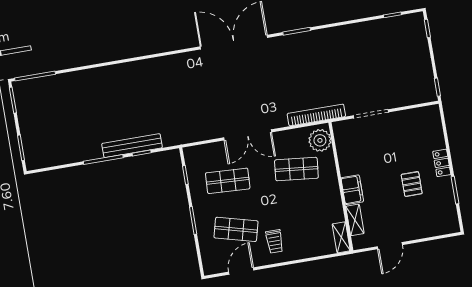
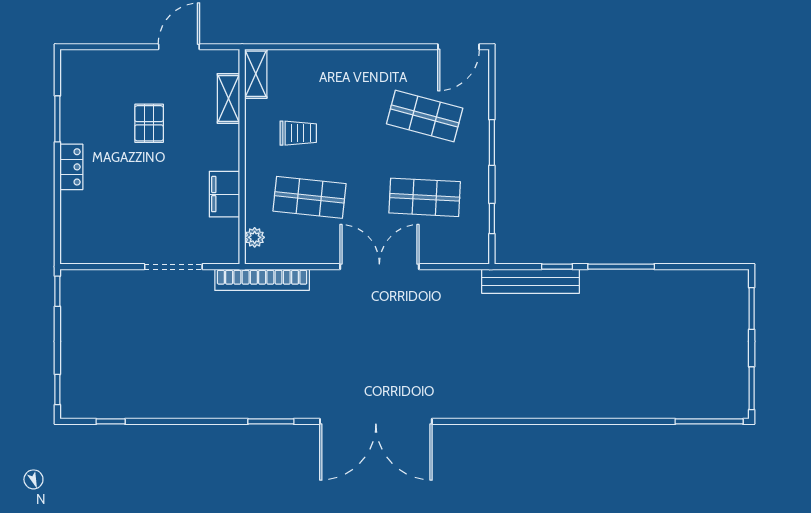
plant: (320, 140) -> (255, 237), width x0.53, depth x0.53
bench: (132, 146) -> (531, 281), moved
pallet: (412, 184) -> (149, 123), moved
filing cabinet: (352, 190) -> (224, 194), moved
trolley: (274, 241) -> (298, 133), moved, turned 90
door: (241, 271) -> (459, 47), moved

